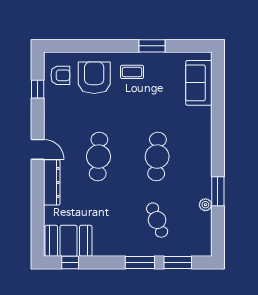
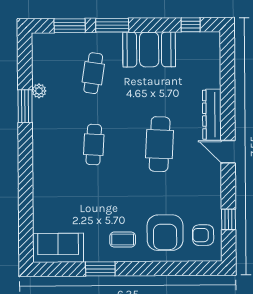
sofa: (199, 83) -> (58, 248), moved, turned -90
cafe table: (157, 157) -> (94, 145), width x0.73, depth x0.74
cafe table: (157, 220) -> (93, 73), turned 30
booth: (69, 241) -> (149, 49), moved

